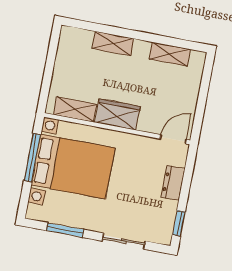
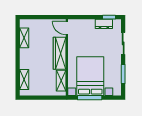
shelving: (113, 44) -> (24, 79), moved
wardrobe: (118, 114) -> (60, 53), width x1.50
dresser: (173, 183) -> (104, 24), moved

